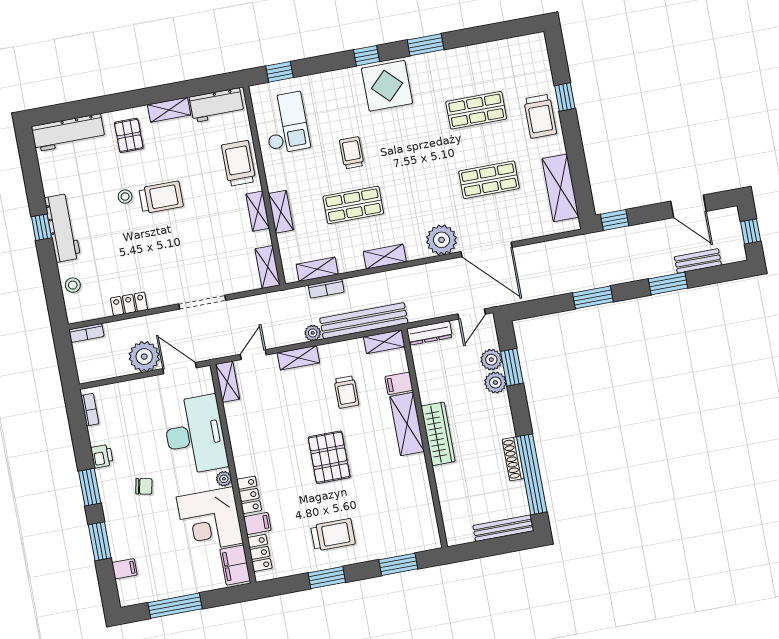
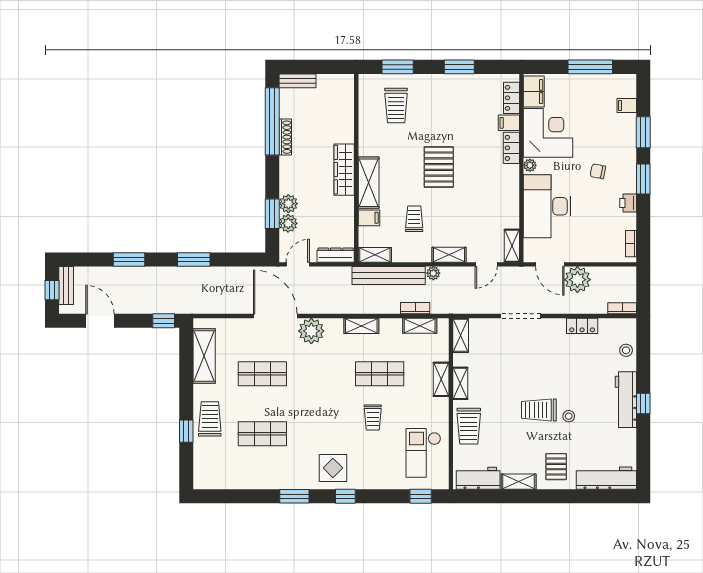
display table: (387, 86) -> (333, 468), width x0.73, depth x0.73
bench: (698, 261) -> (66, 285), moved, turned 90
bench: (503, 528) -> (298, 81), width x0.73
trolley: (333, 535) -> (396, 105), moved, turned -90

